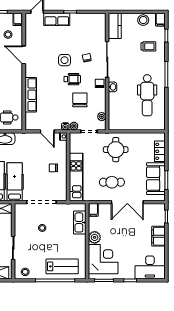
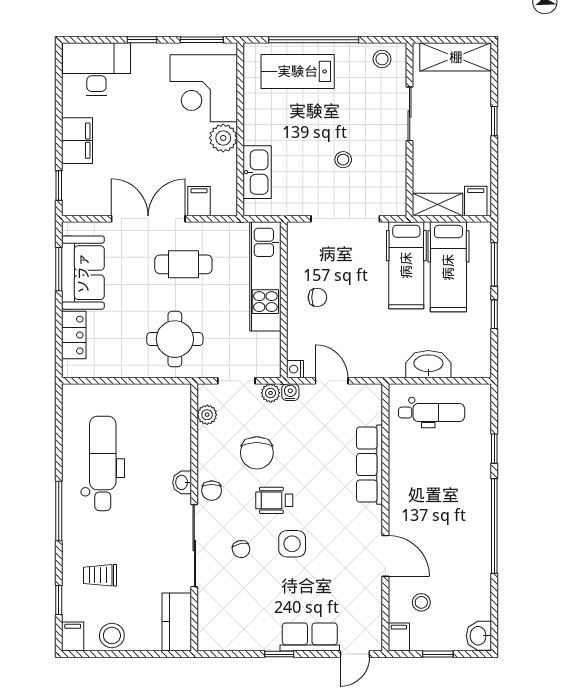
filing cabinet: (93, 210) -> (199, 201), moved

